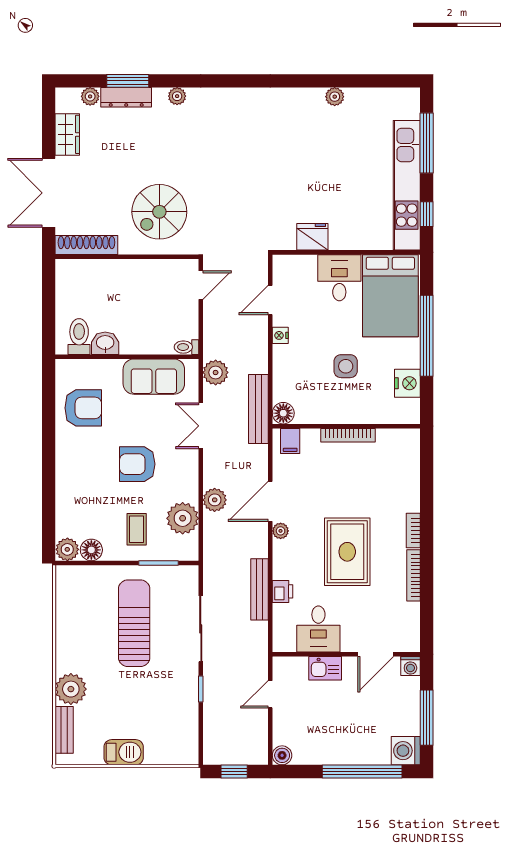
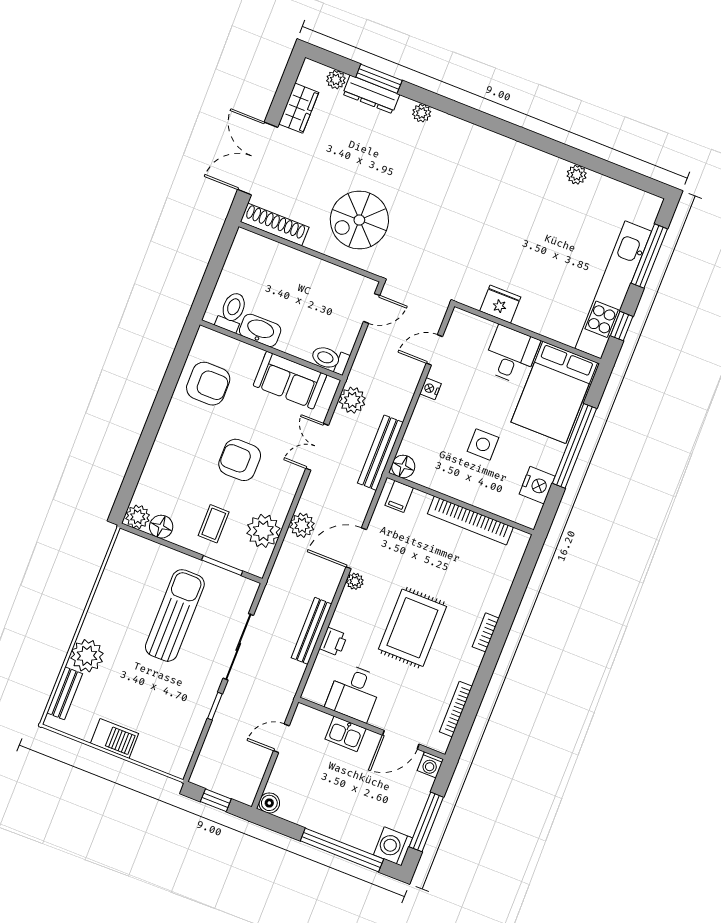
washbasin: (105, 343) -> (260, 330), width x1.38
toilet: (186, 347) -> (330, 359), width x1.37, depth x1.39
bookcase: (348, 435) -> (470, 521), width x1.48, depth x1.31
bookcase: (414, 575) -> (456, 709), moved

